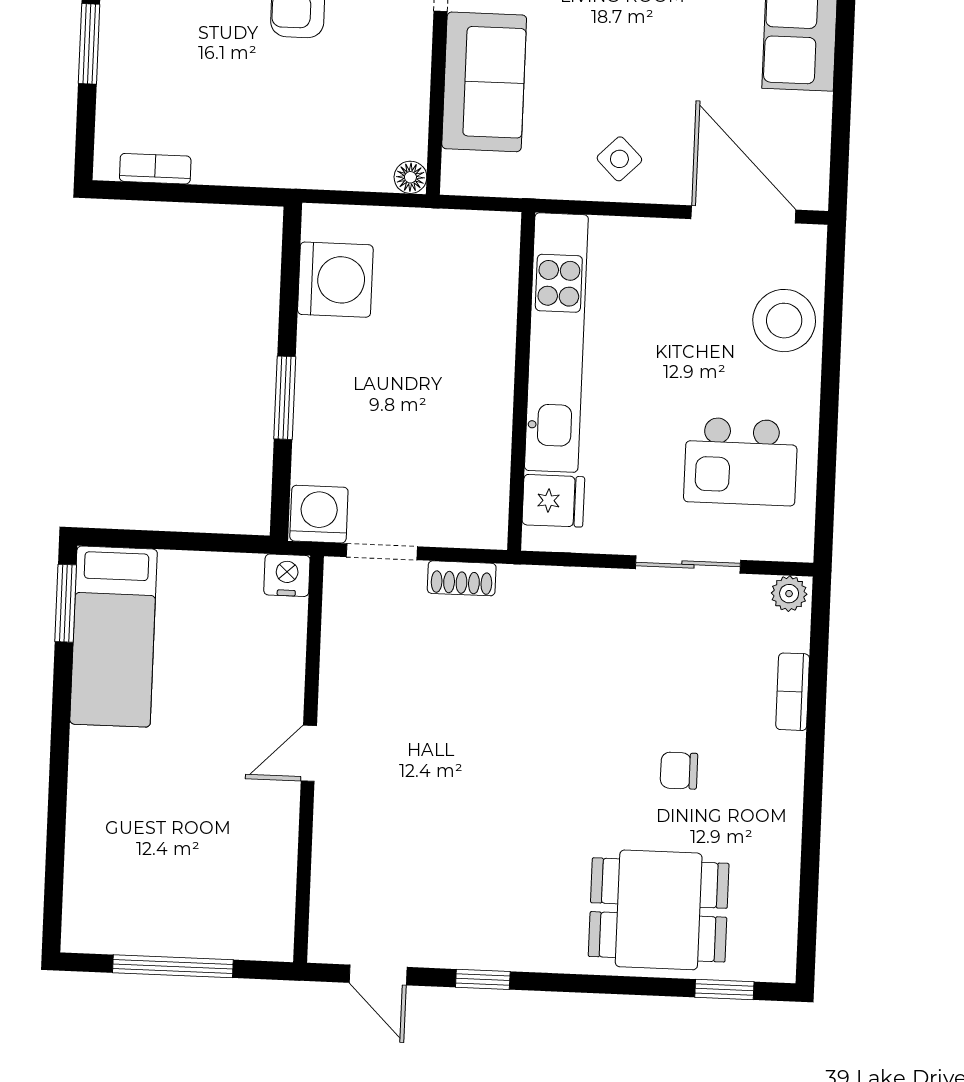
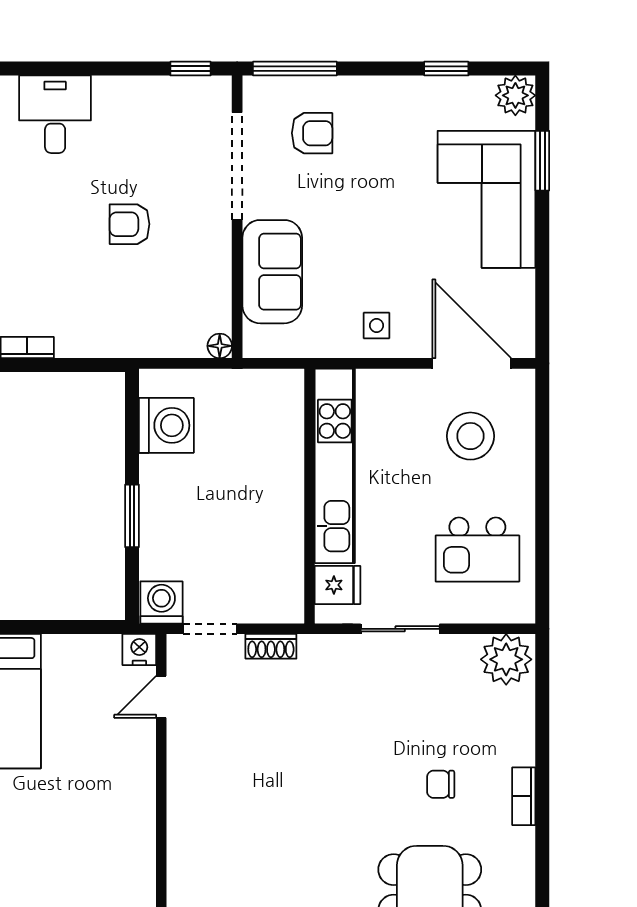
side table: (619, 159) -> (377, 325), turned 45
stool: (784, 321) -> (470, 436), moved
sliding door: (688, 565) -> (400, 629), moved
plant: (789, 594) -> (506, 659), width x1.88, depth x1.88
bookcase: (793, 692) -> (524, 796), moved
door: (309, 753) -> (161, 697), moved

